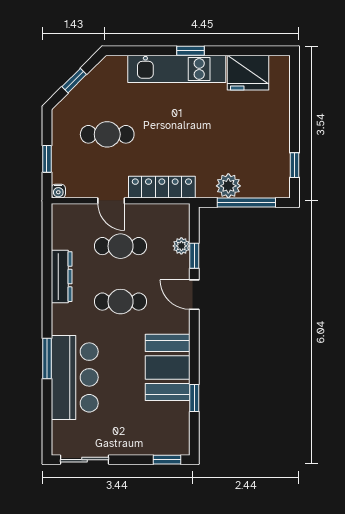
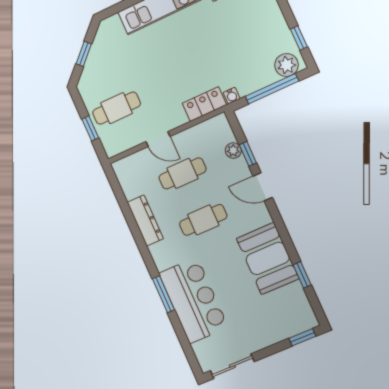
cafe table: (107, 134) -> (117, 108), moved
plant: (228, 186) -> (286, 65), moved
locker: (162, 187) -> (204, 104), width x0.66
water cooler: (58, 191) -> (232, 96), moved

